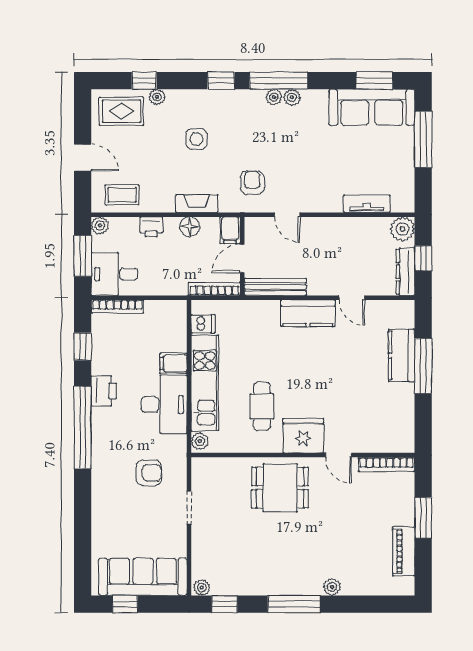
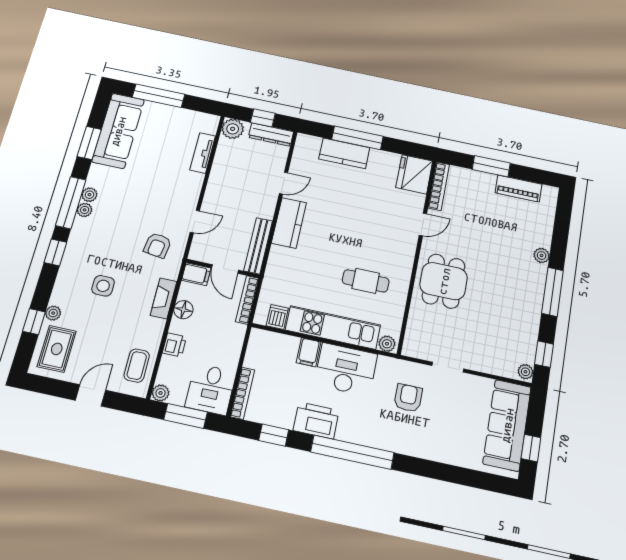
window: (374, 81) -> (89, 143), moved
armchair: (252, 183) -> (157, 245), turned -82
printer: (104, 391) -> (316, 420), width x1.37, depth x1.19
fridge: (303, 436) -> (414, 174), moved

